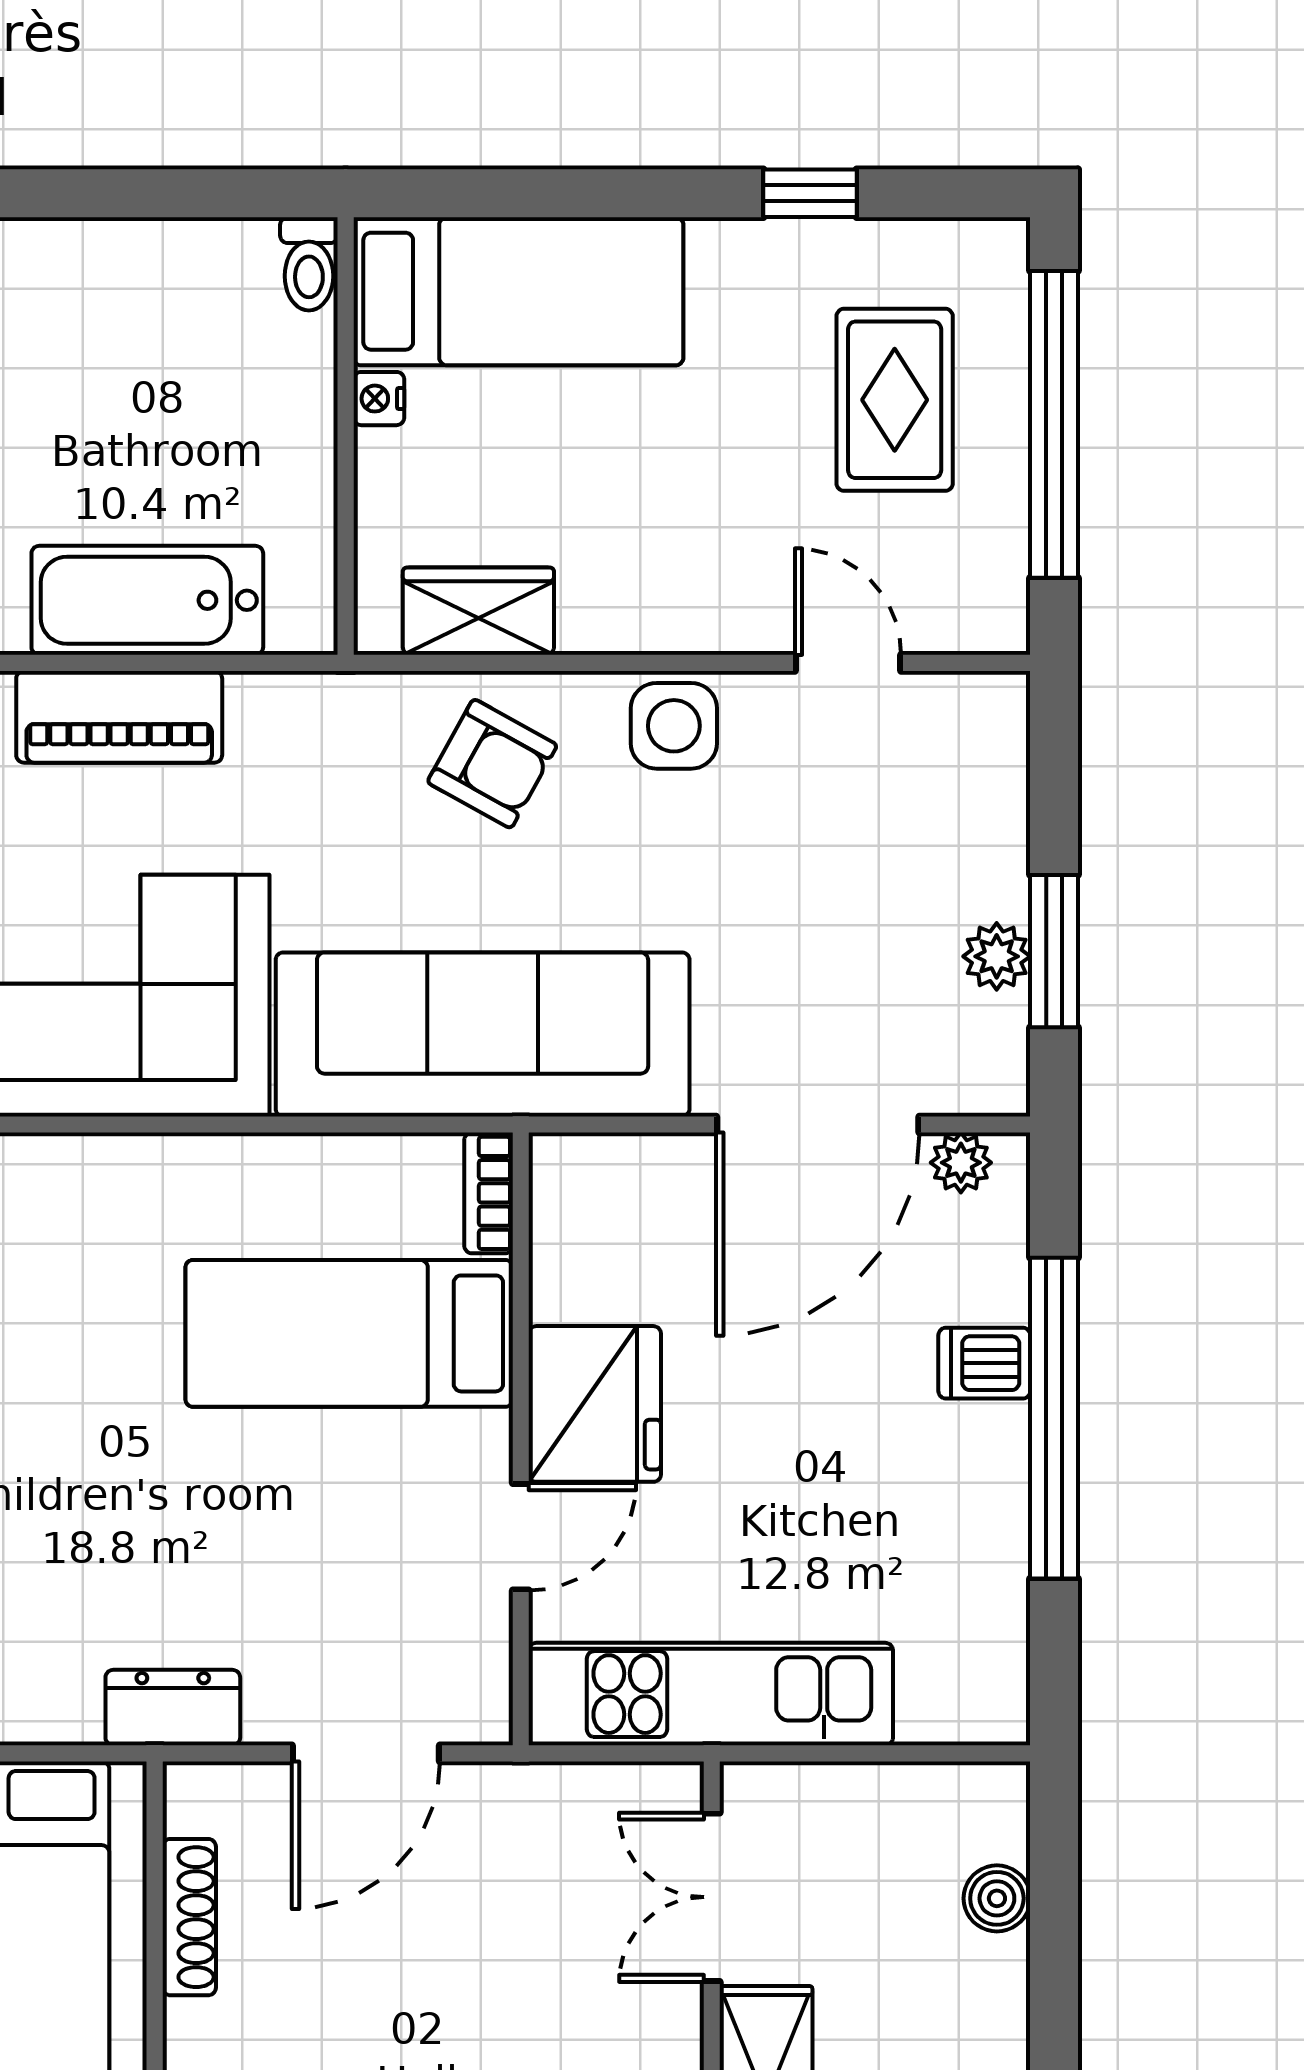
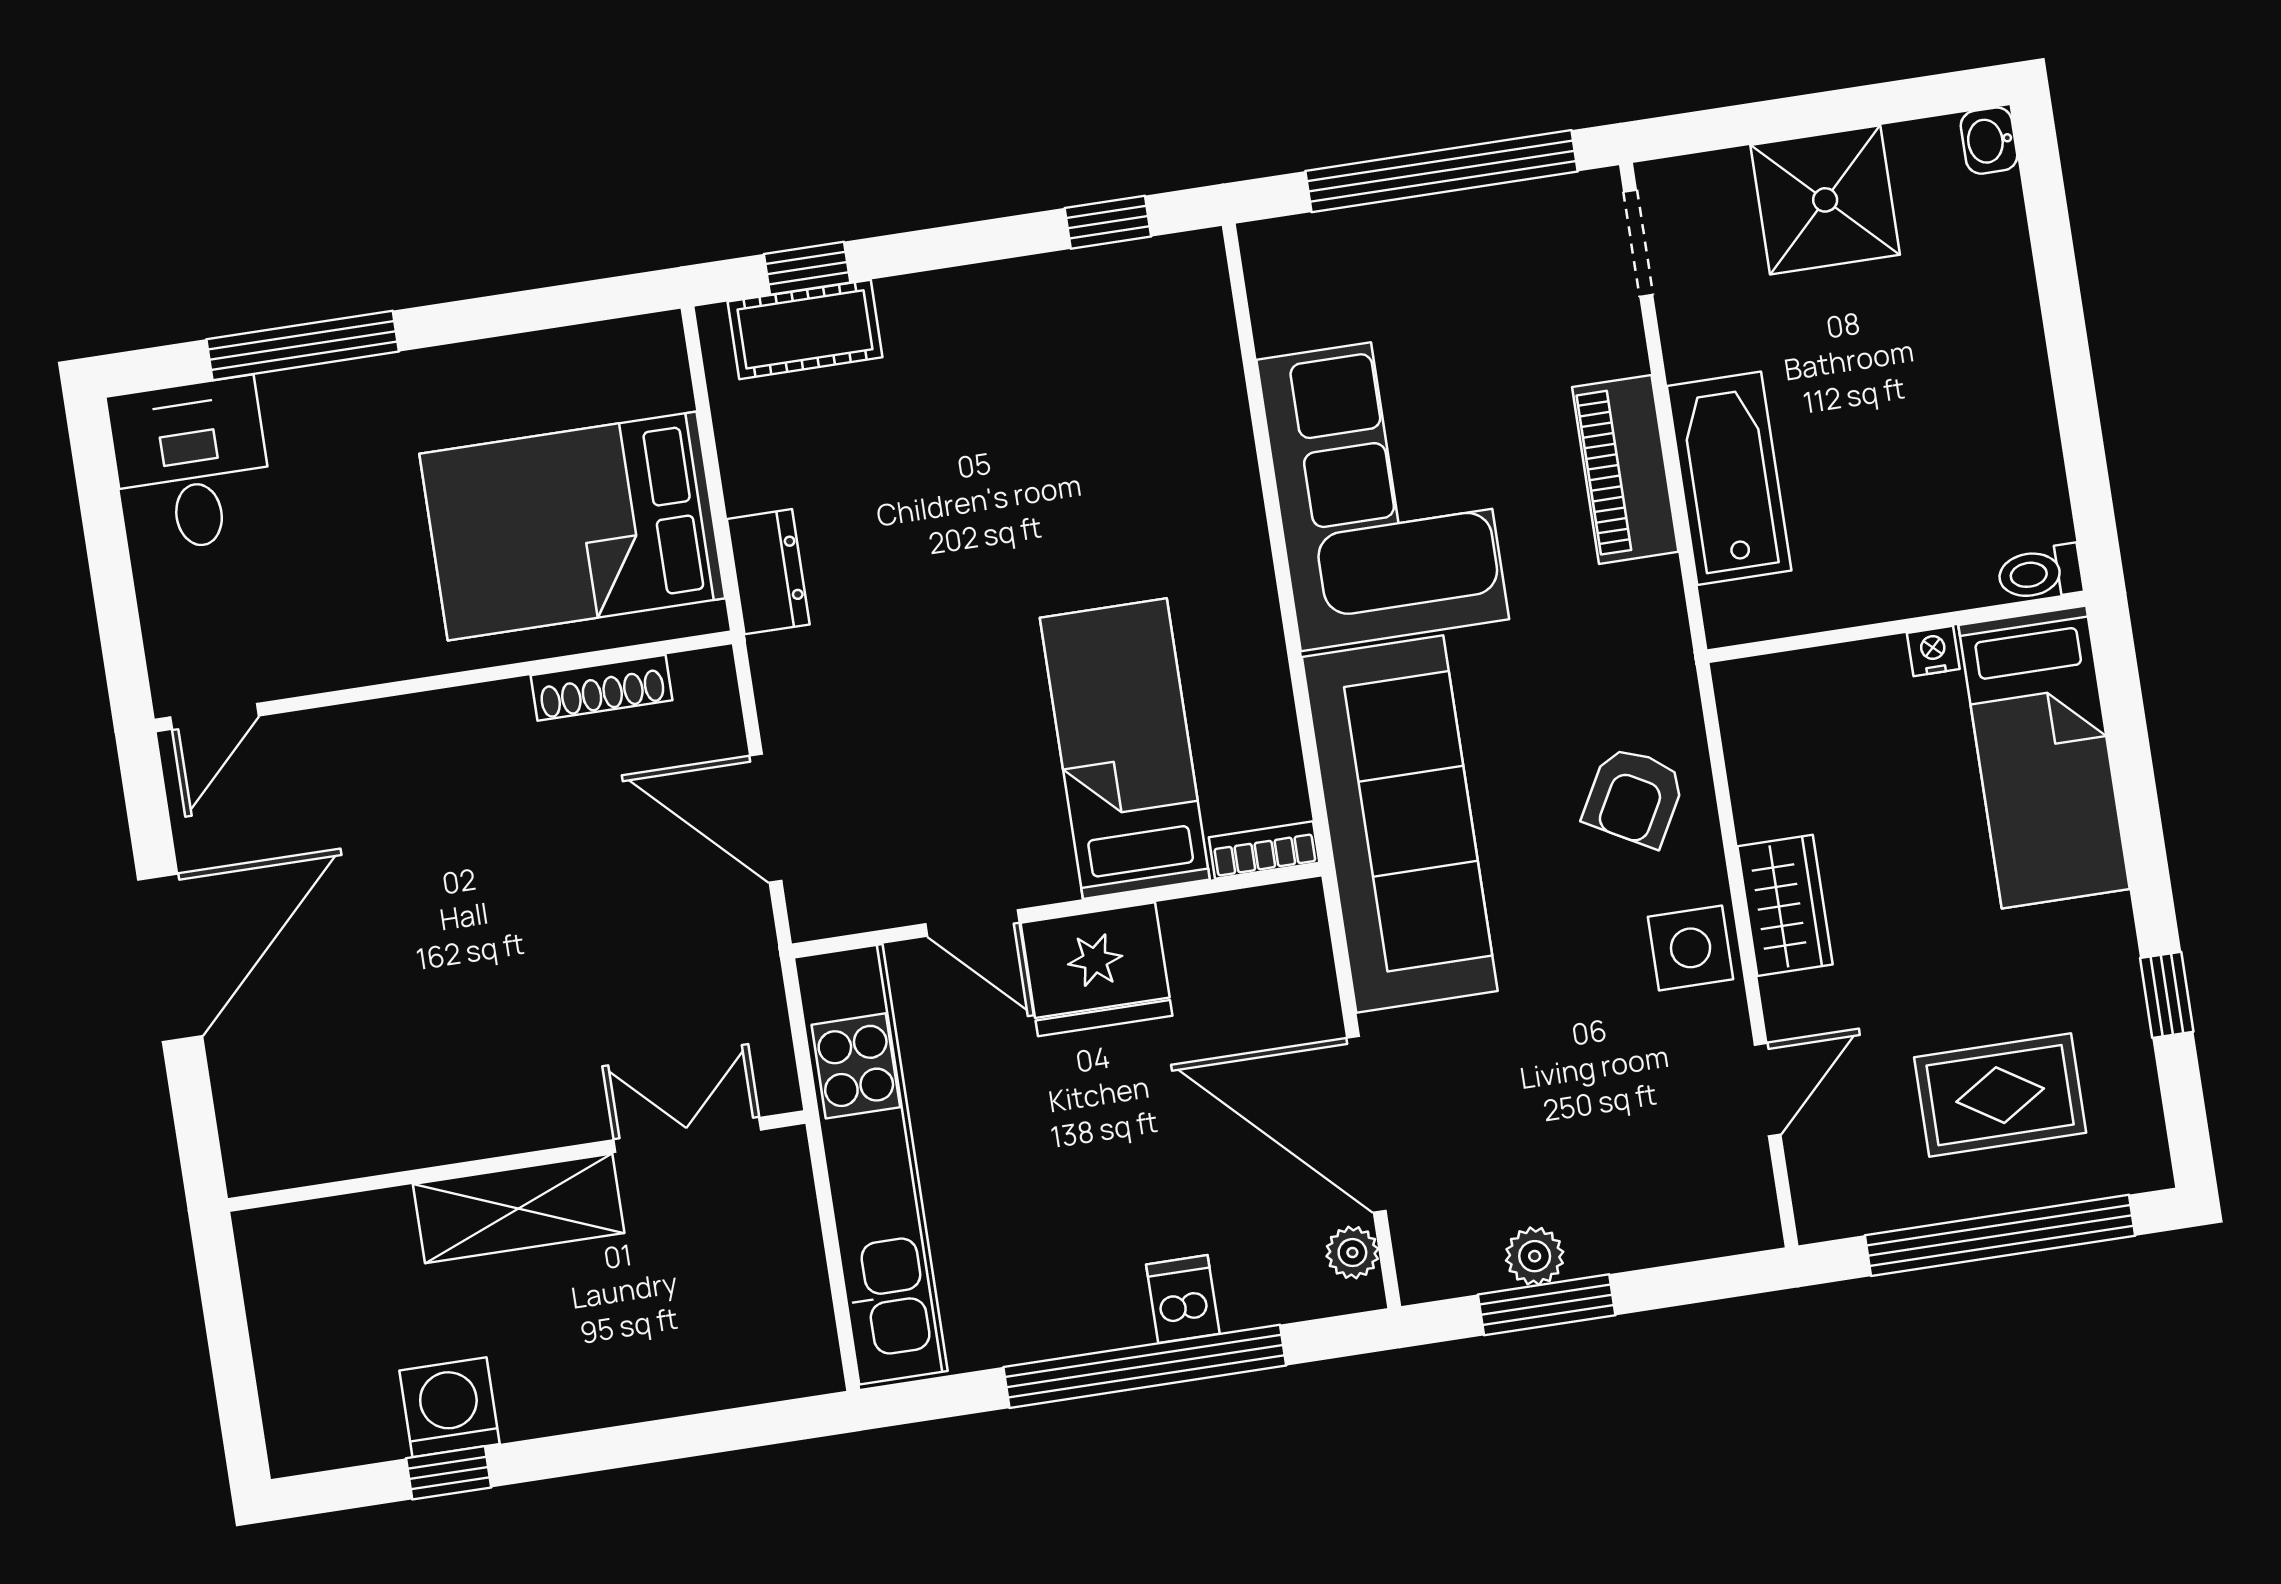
wardrobe: (478, 611) -> (1785, 905), moved
kitchen unit: (711, 1694) -> (871, 1164), width x1.36
dresser: (173, 1708) -> (768, 572), moved
boiler: (997, 1898) -> (724, 1380), removed

